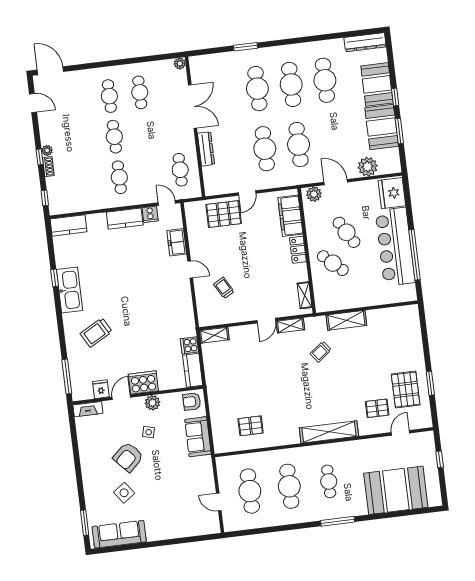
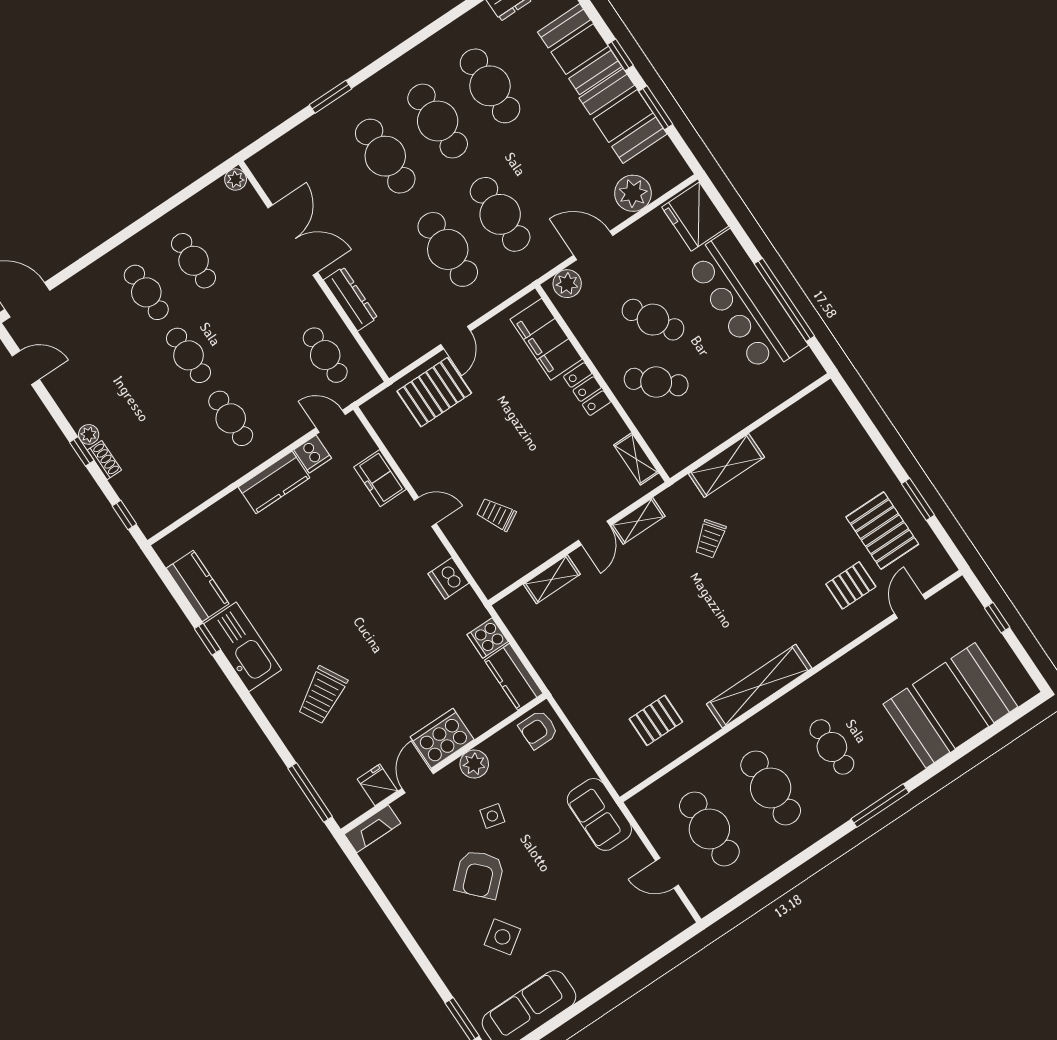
kitchen counter: (68, 225) -> (198, 586), moved, turned -90
dishwasher: (185, 307) -> (448, 578), added
shelving: (214, 335) -> (552, 579), moved
shelving: (329, 432) -> (759, 686), moved
sofa: (198, 437) -> (599, 814), moved

